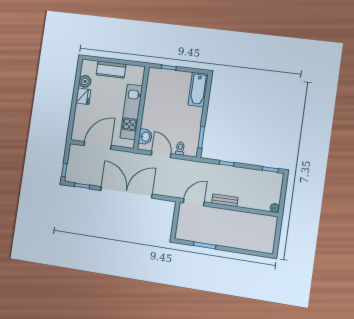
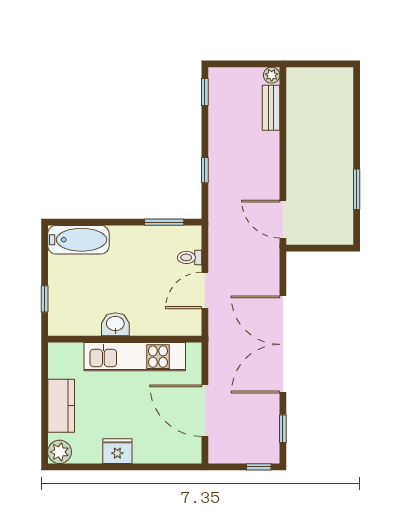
plant: (85, 81) -> (60, 452), moved
washbasin: (145, 137) -> (115, 324), moved
bench: (225, 200) -> (271, 108), moved

